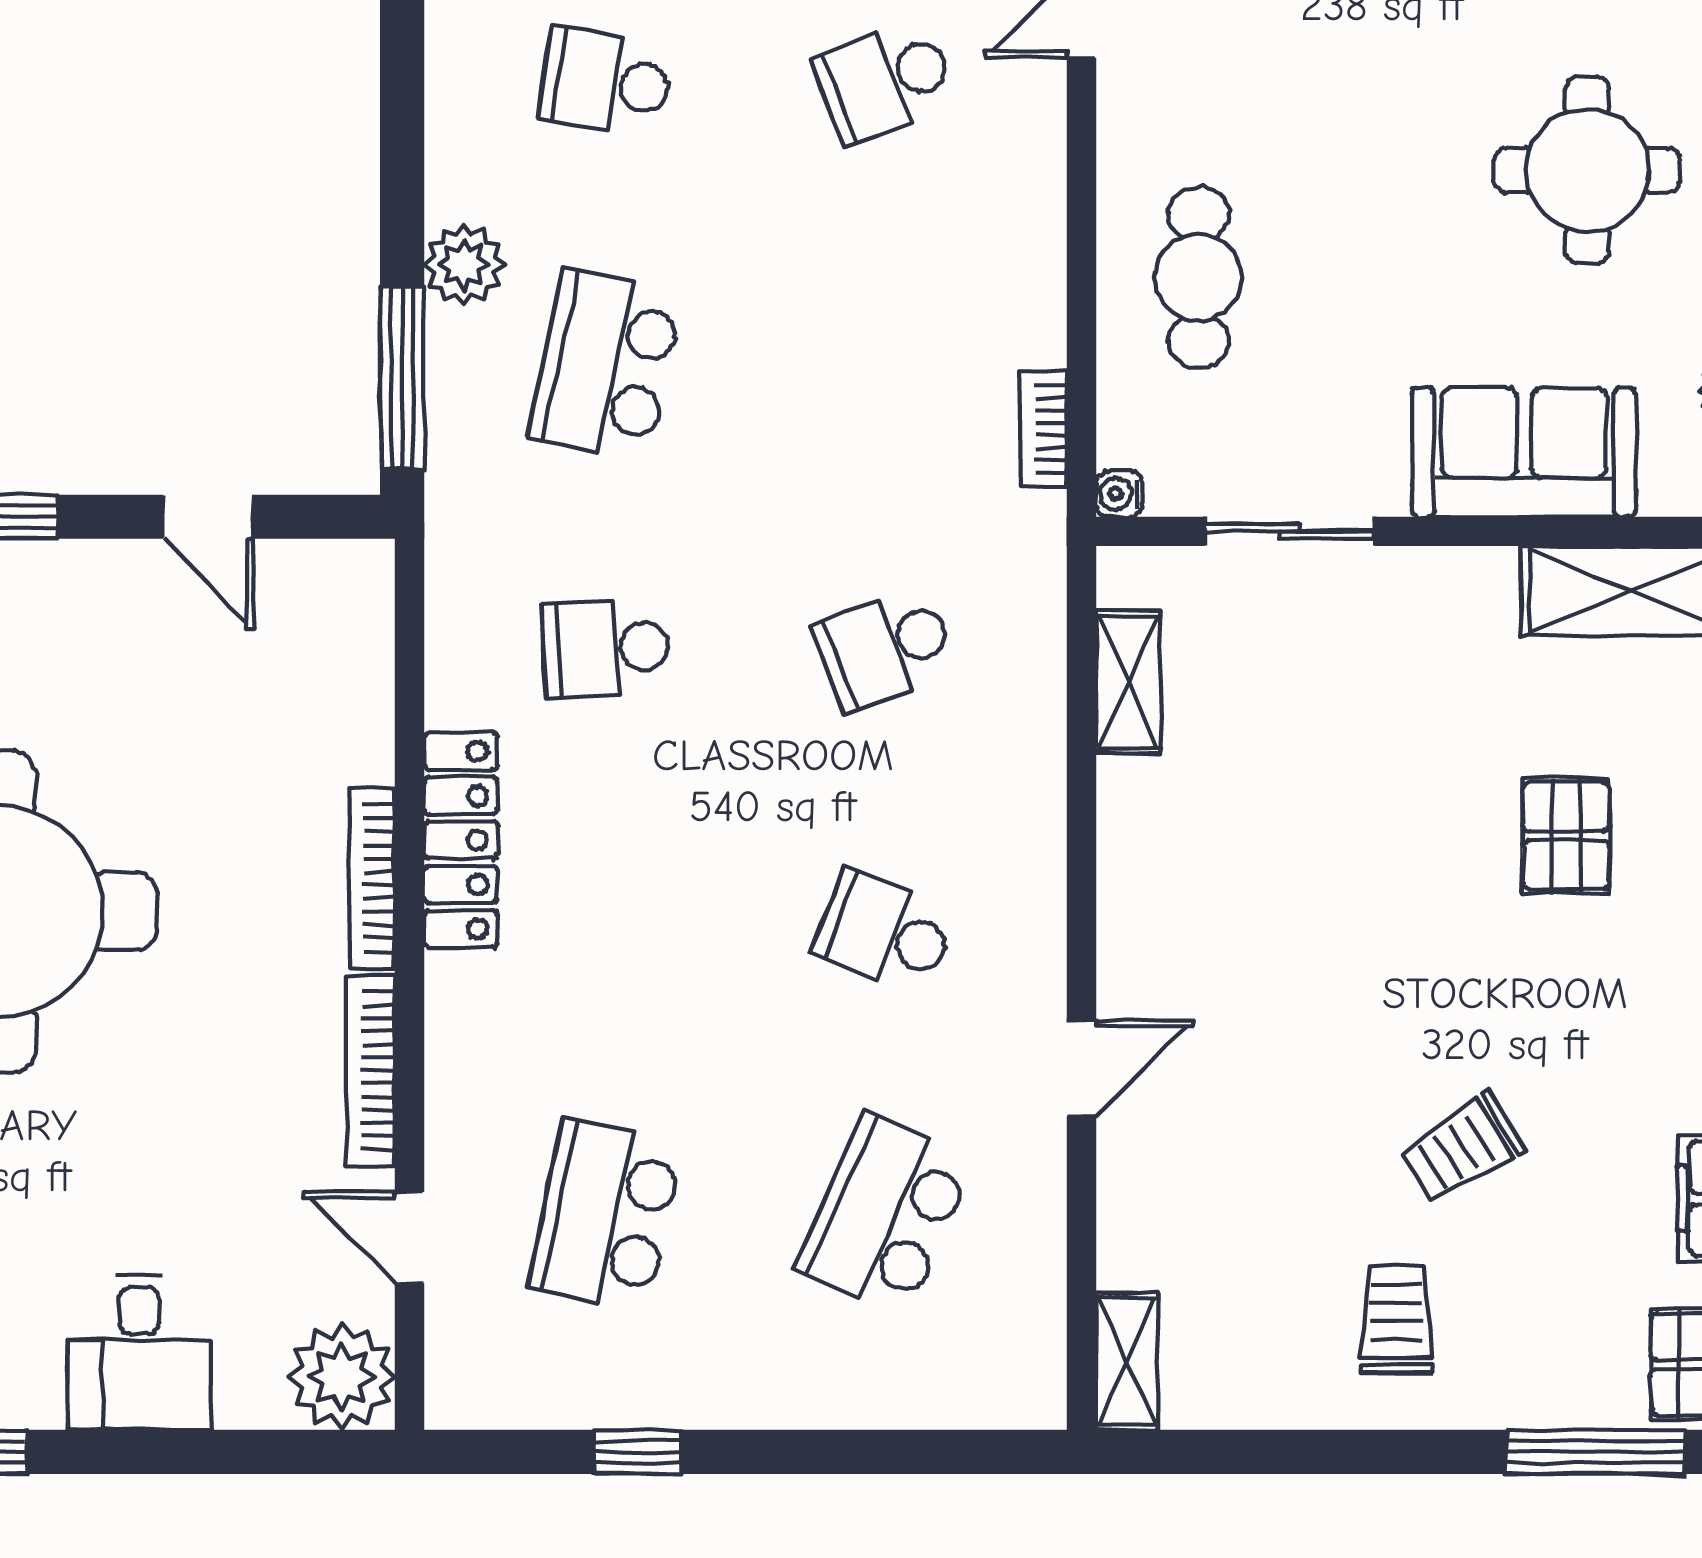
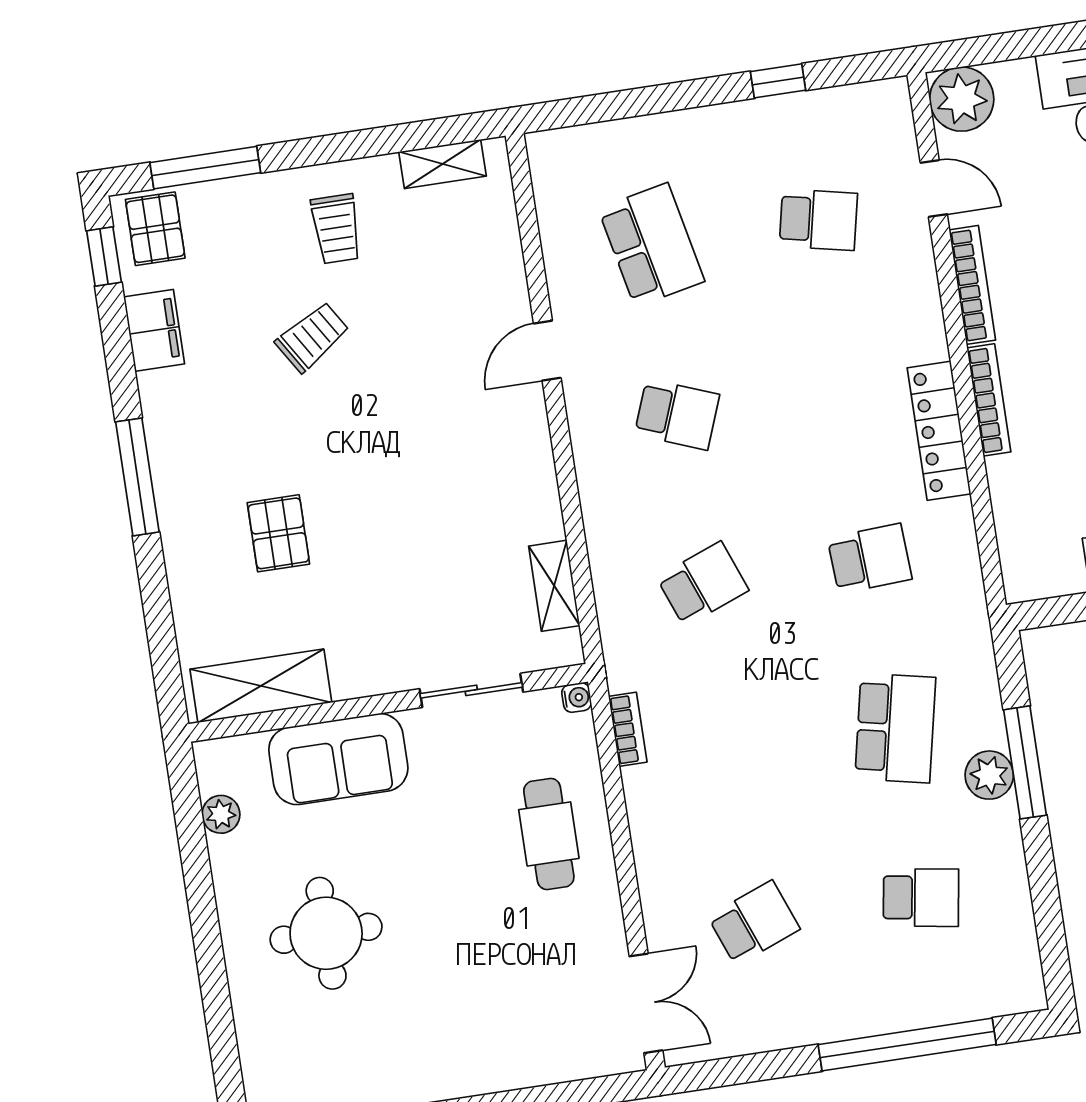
window: (402, 378) -> (1025, 762), moved
school desk: (606, 1215) -> (818, 220), width x0.54
school desk: (885, 1215) -> (651, 245), turned -36
shelving: (1127, 1361) -> (442, 164), moved, turned 90

